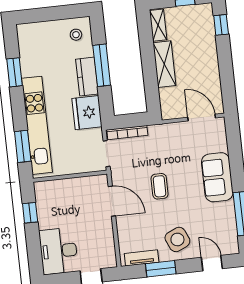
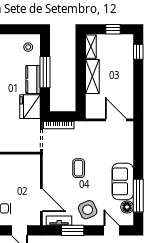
sofa: (217, 177) -> (123, 181), moved
door: (112, 201) -> (41, 200), moved
floor lamp: (229, 230) -> (127, 207), added

